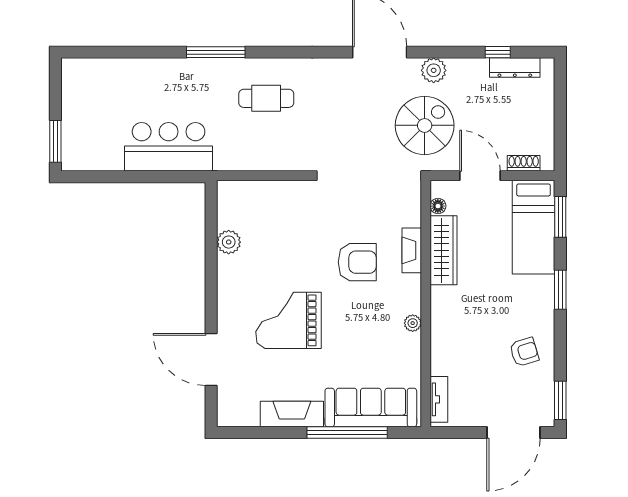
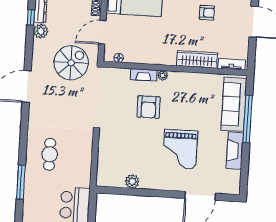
plant: (434, 70) -> (41, 31), moved
spiral stairs: (425, 125) -> (71, 63), turned 90
wardrobe: (444, 250) -> (197, 59), moved
armchair: (357, 262) -> (149, 107), turned 180
plant: (413, 323) -> (163, 75), moved
armchair: (524, 352) -> (207, 13), turned 107

